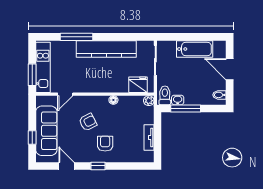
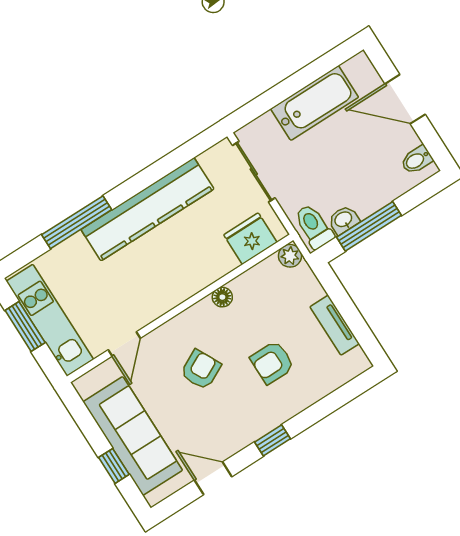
window: (32, 75) -> (25, 327), moved
armchair: (105, 144) -> (272, 362), moved, turned -90

